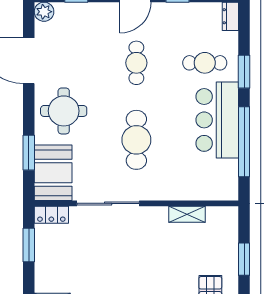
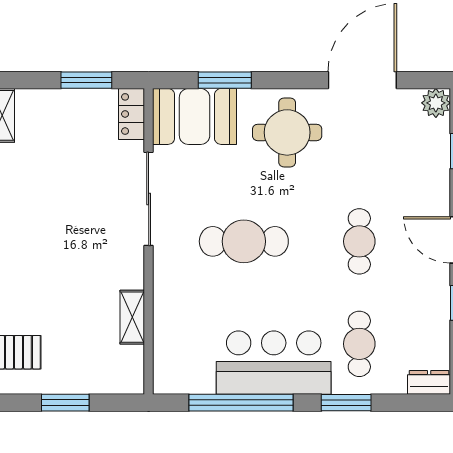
cafe table: (136, 63) -> (359, 241), turned 90

